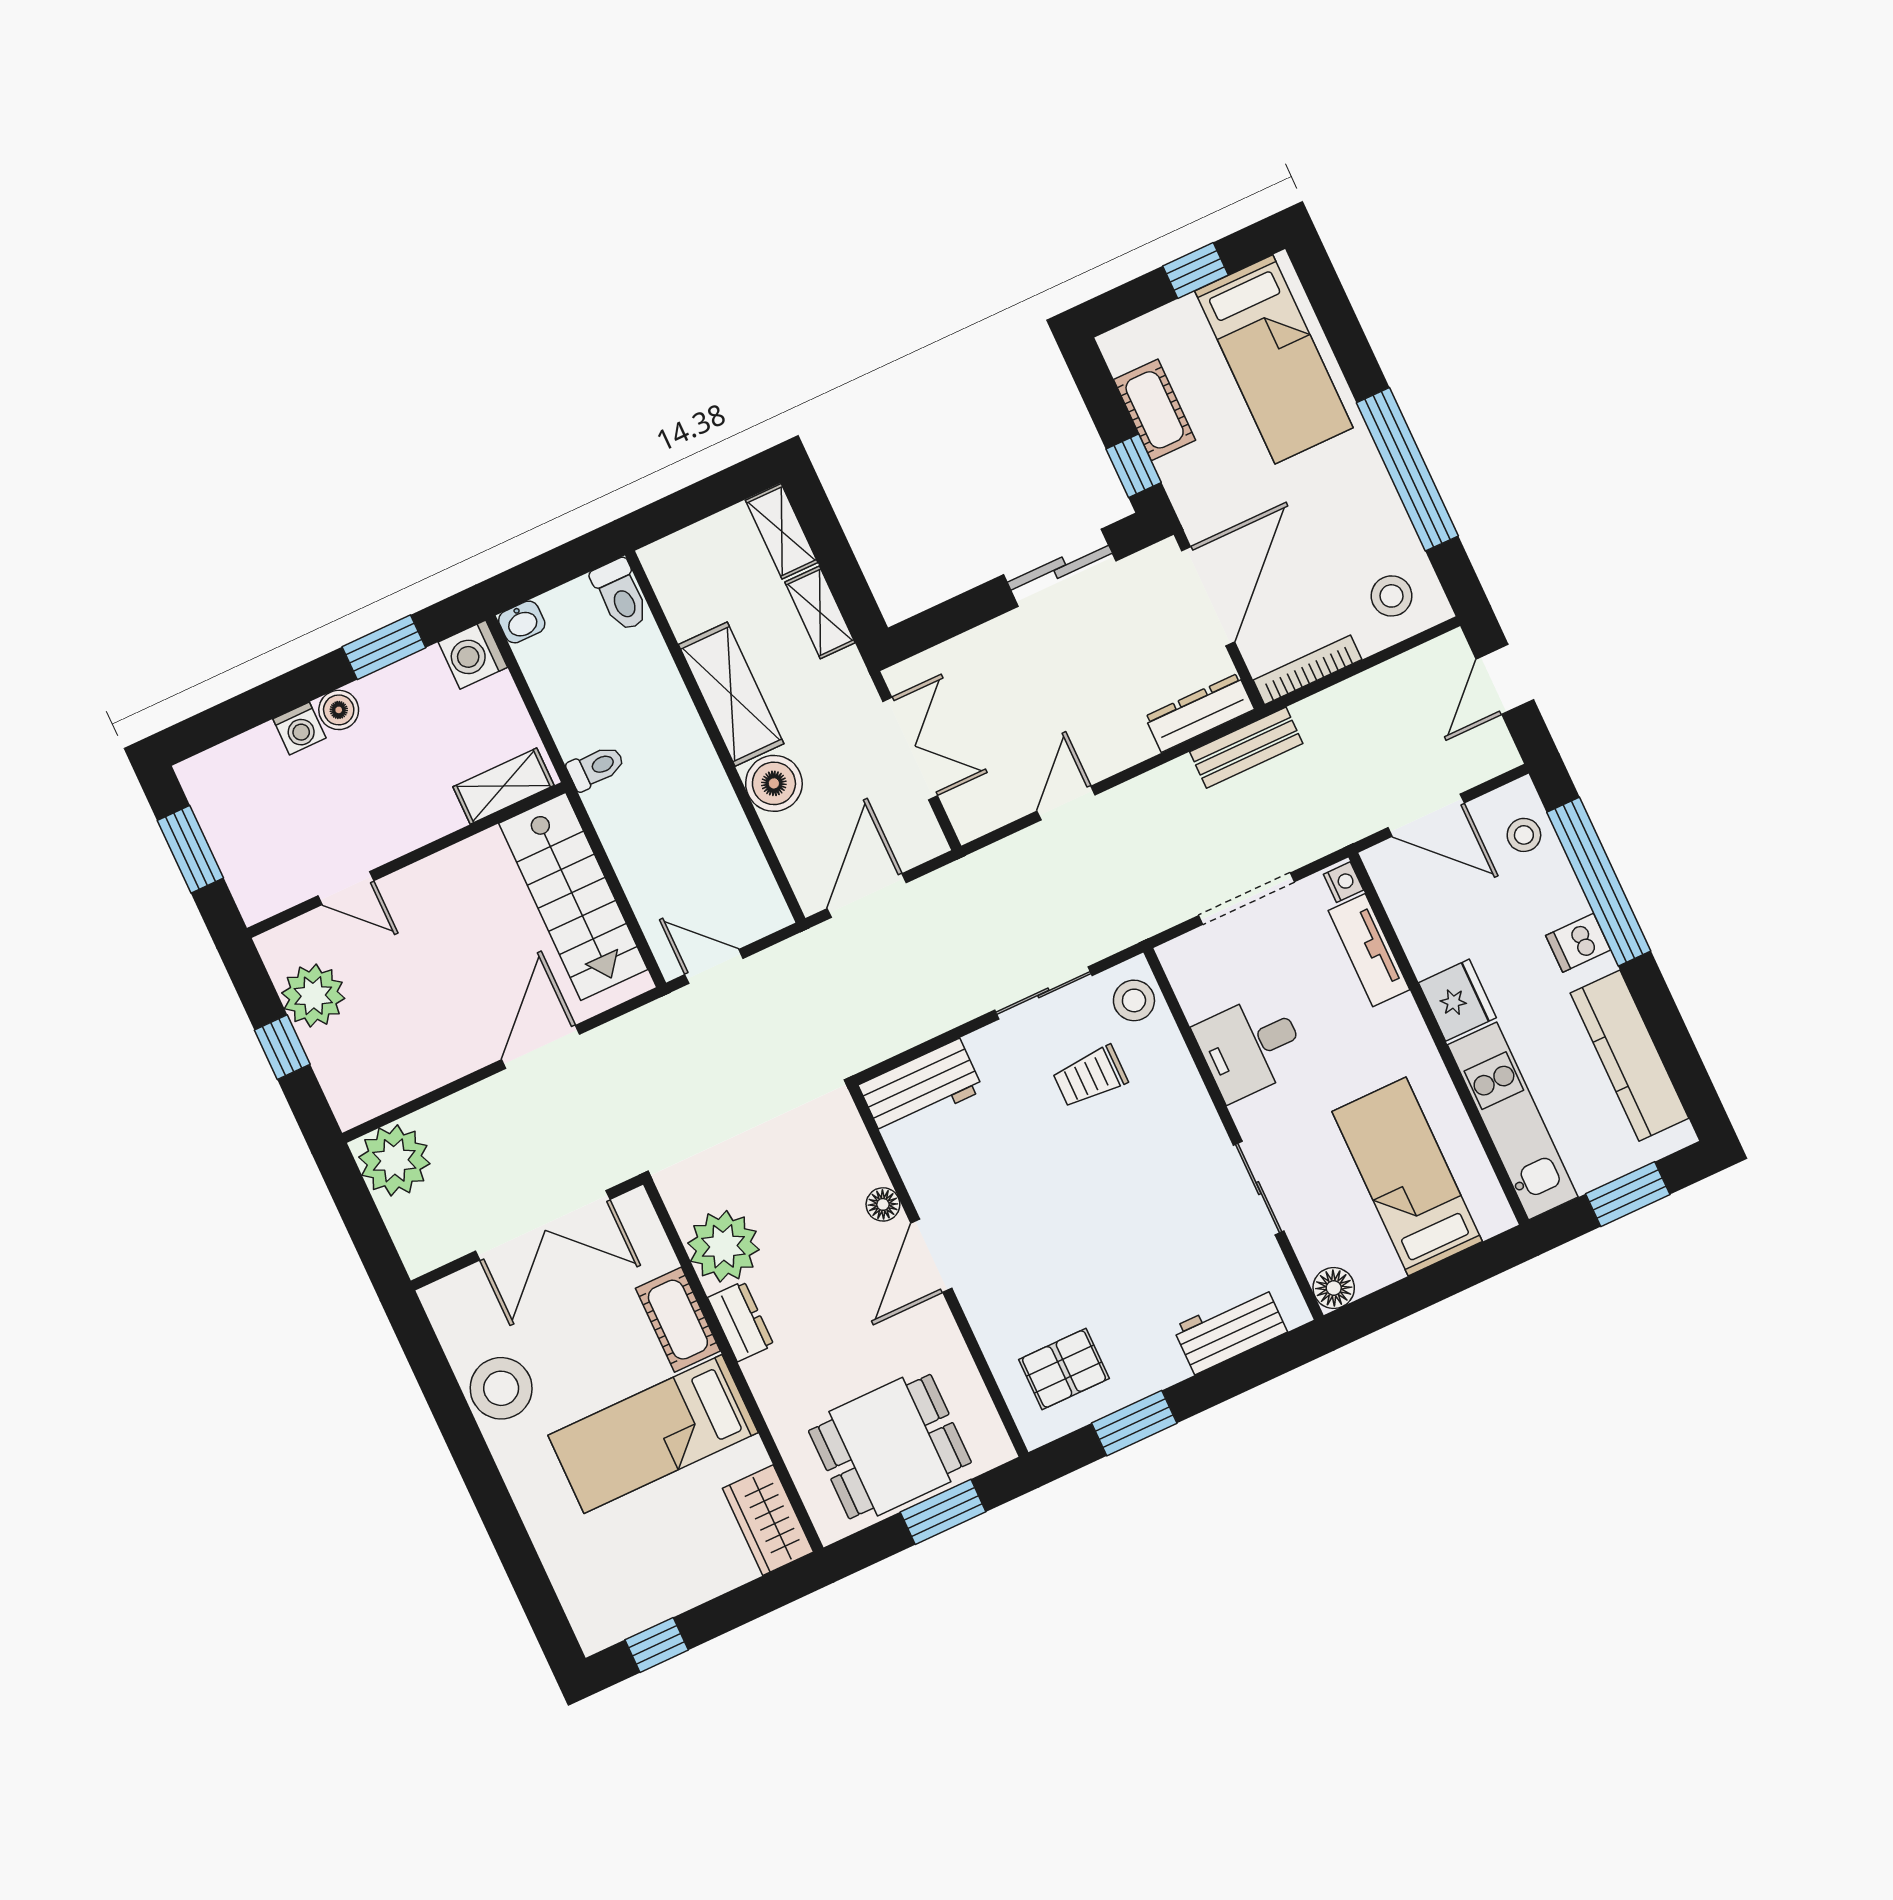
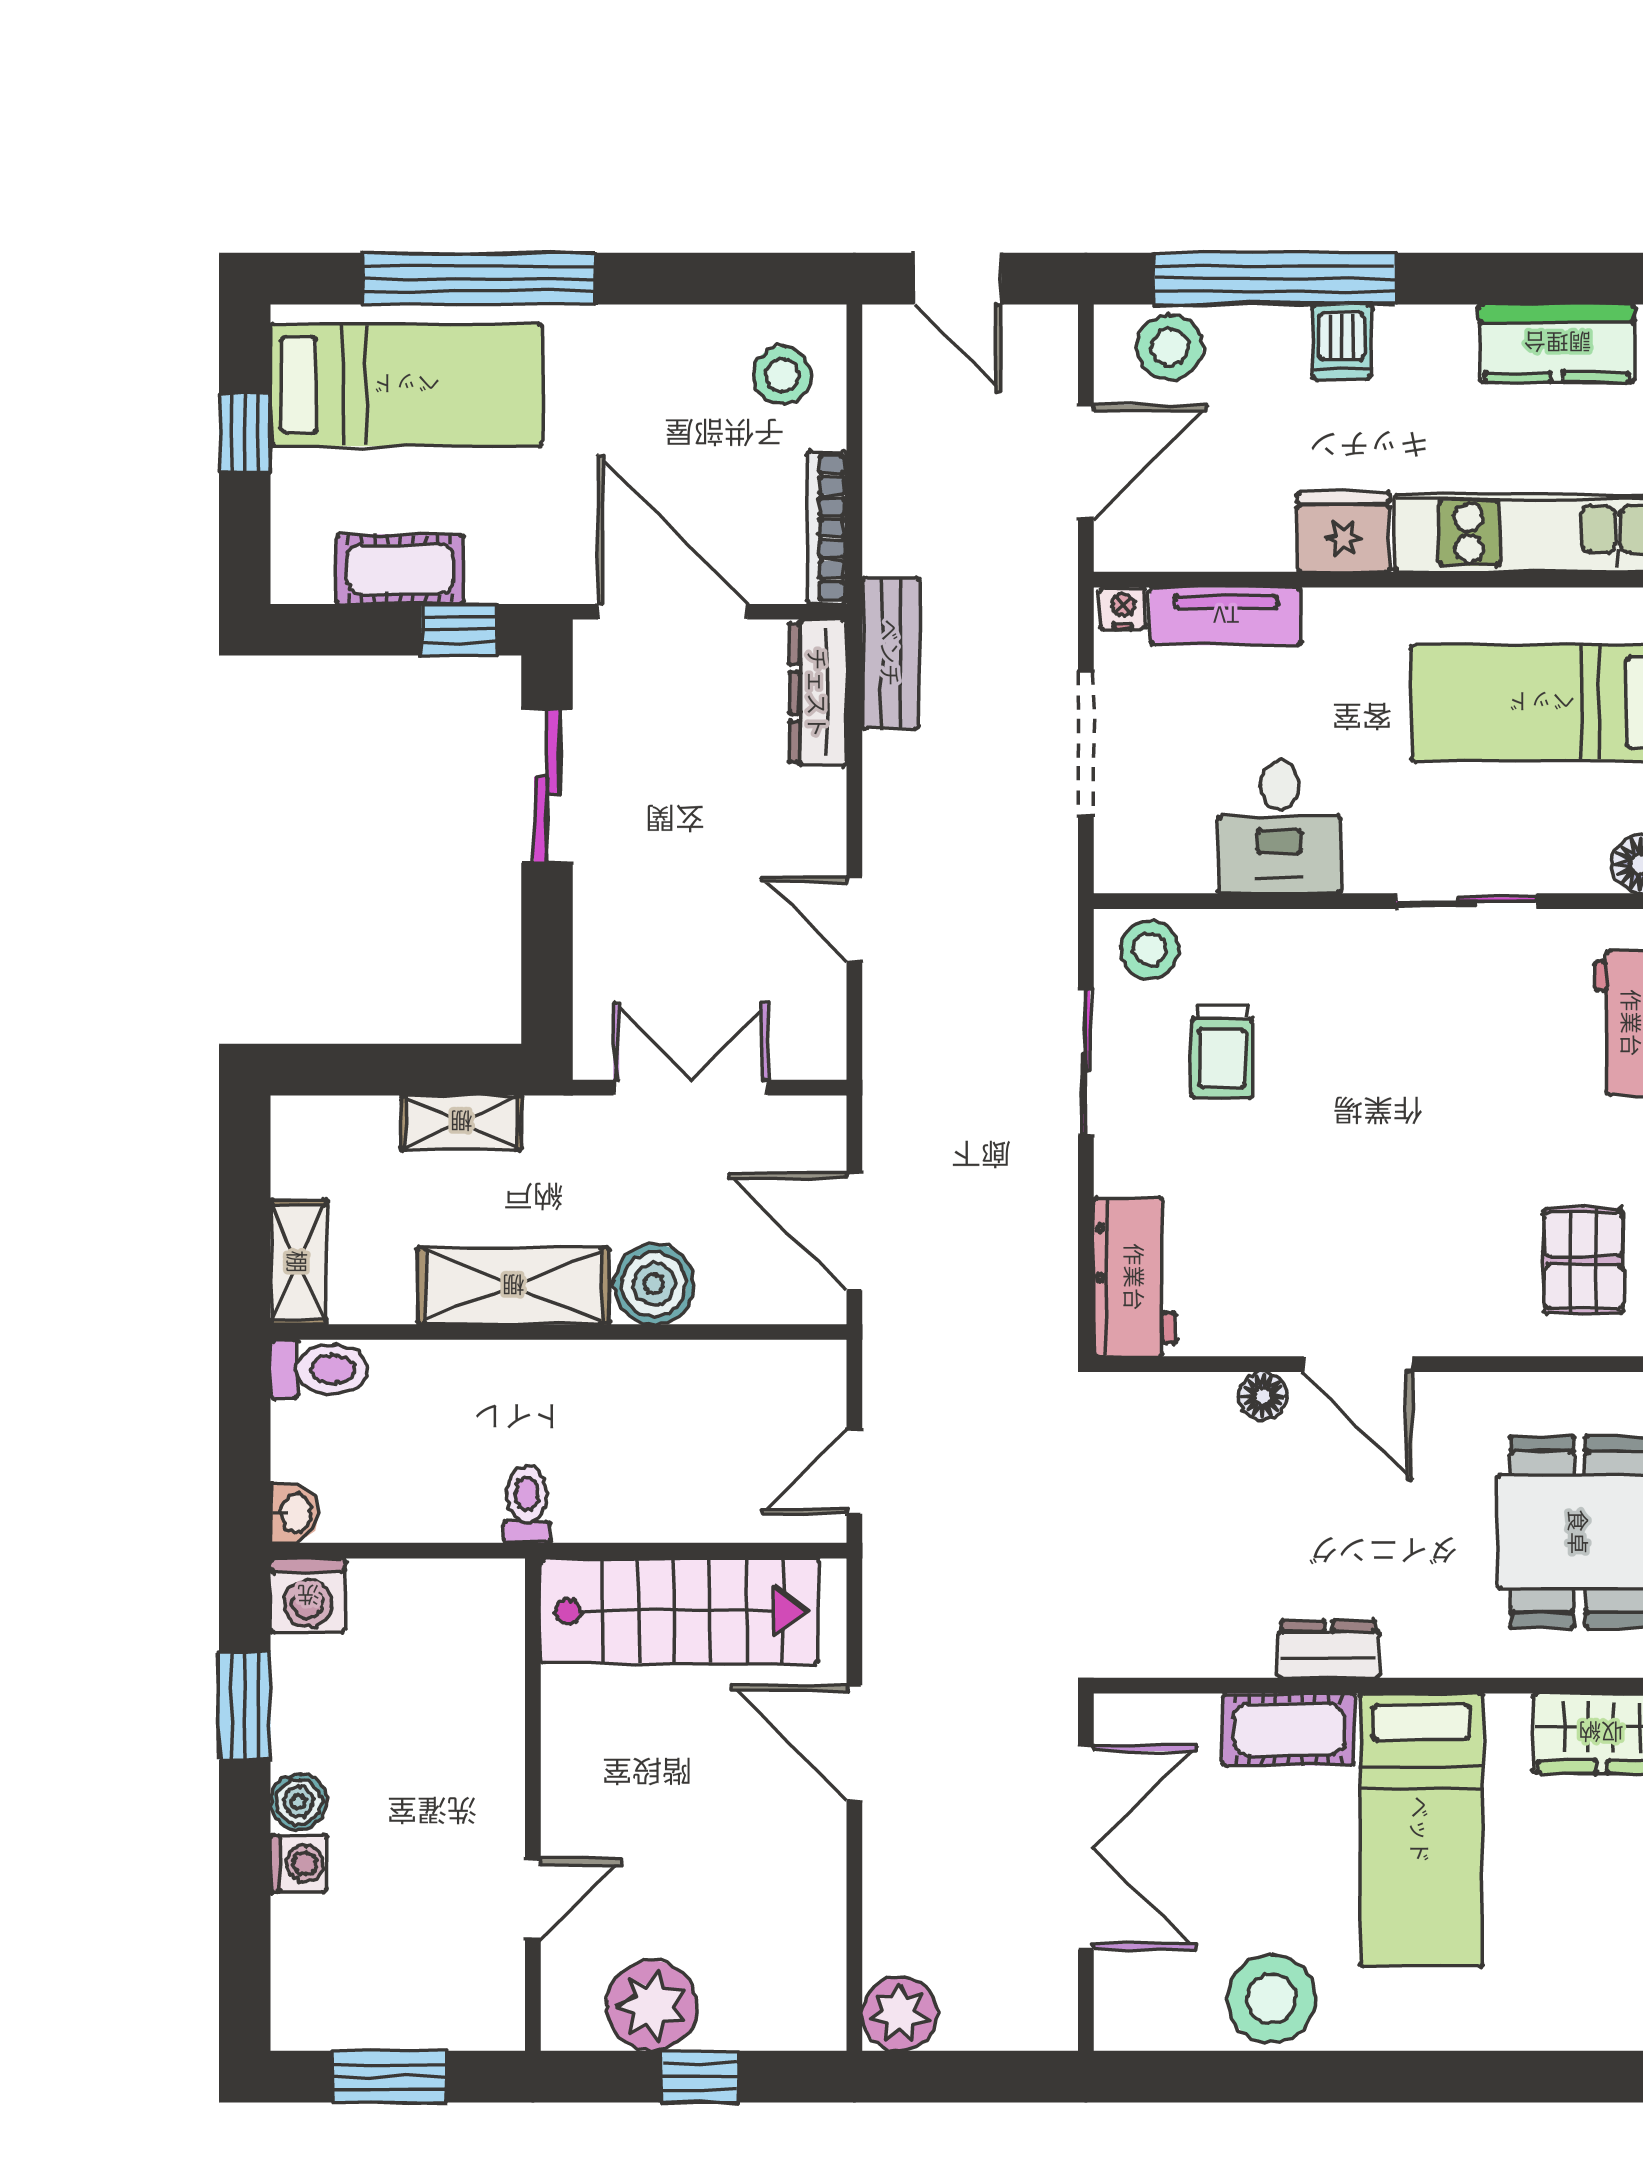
window: (1407, 469) -> (479, 279), moved
shelving: (782, 531) -> (298, 1262), moved, turned 90
shelving: (503, 786) -> (496, 1635), removed
stool: (1524, 835) -> (1170, 347), width x1.37, depth x1.37
kitchen counter: (1630, 1056) -> (1557, 343), width x0.67
plant: (394, 1160) -> (900, 2014), width x0.73, depth x0.73
plant: (723, 1246) -> (1221, 1627), removed

